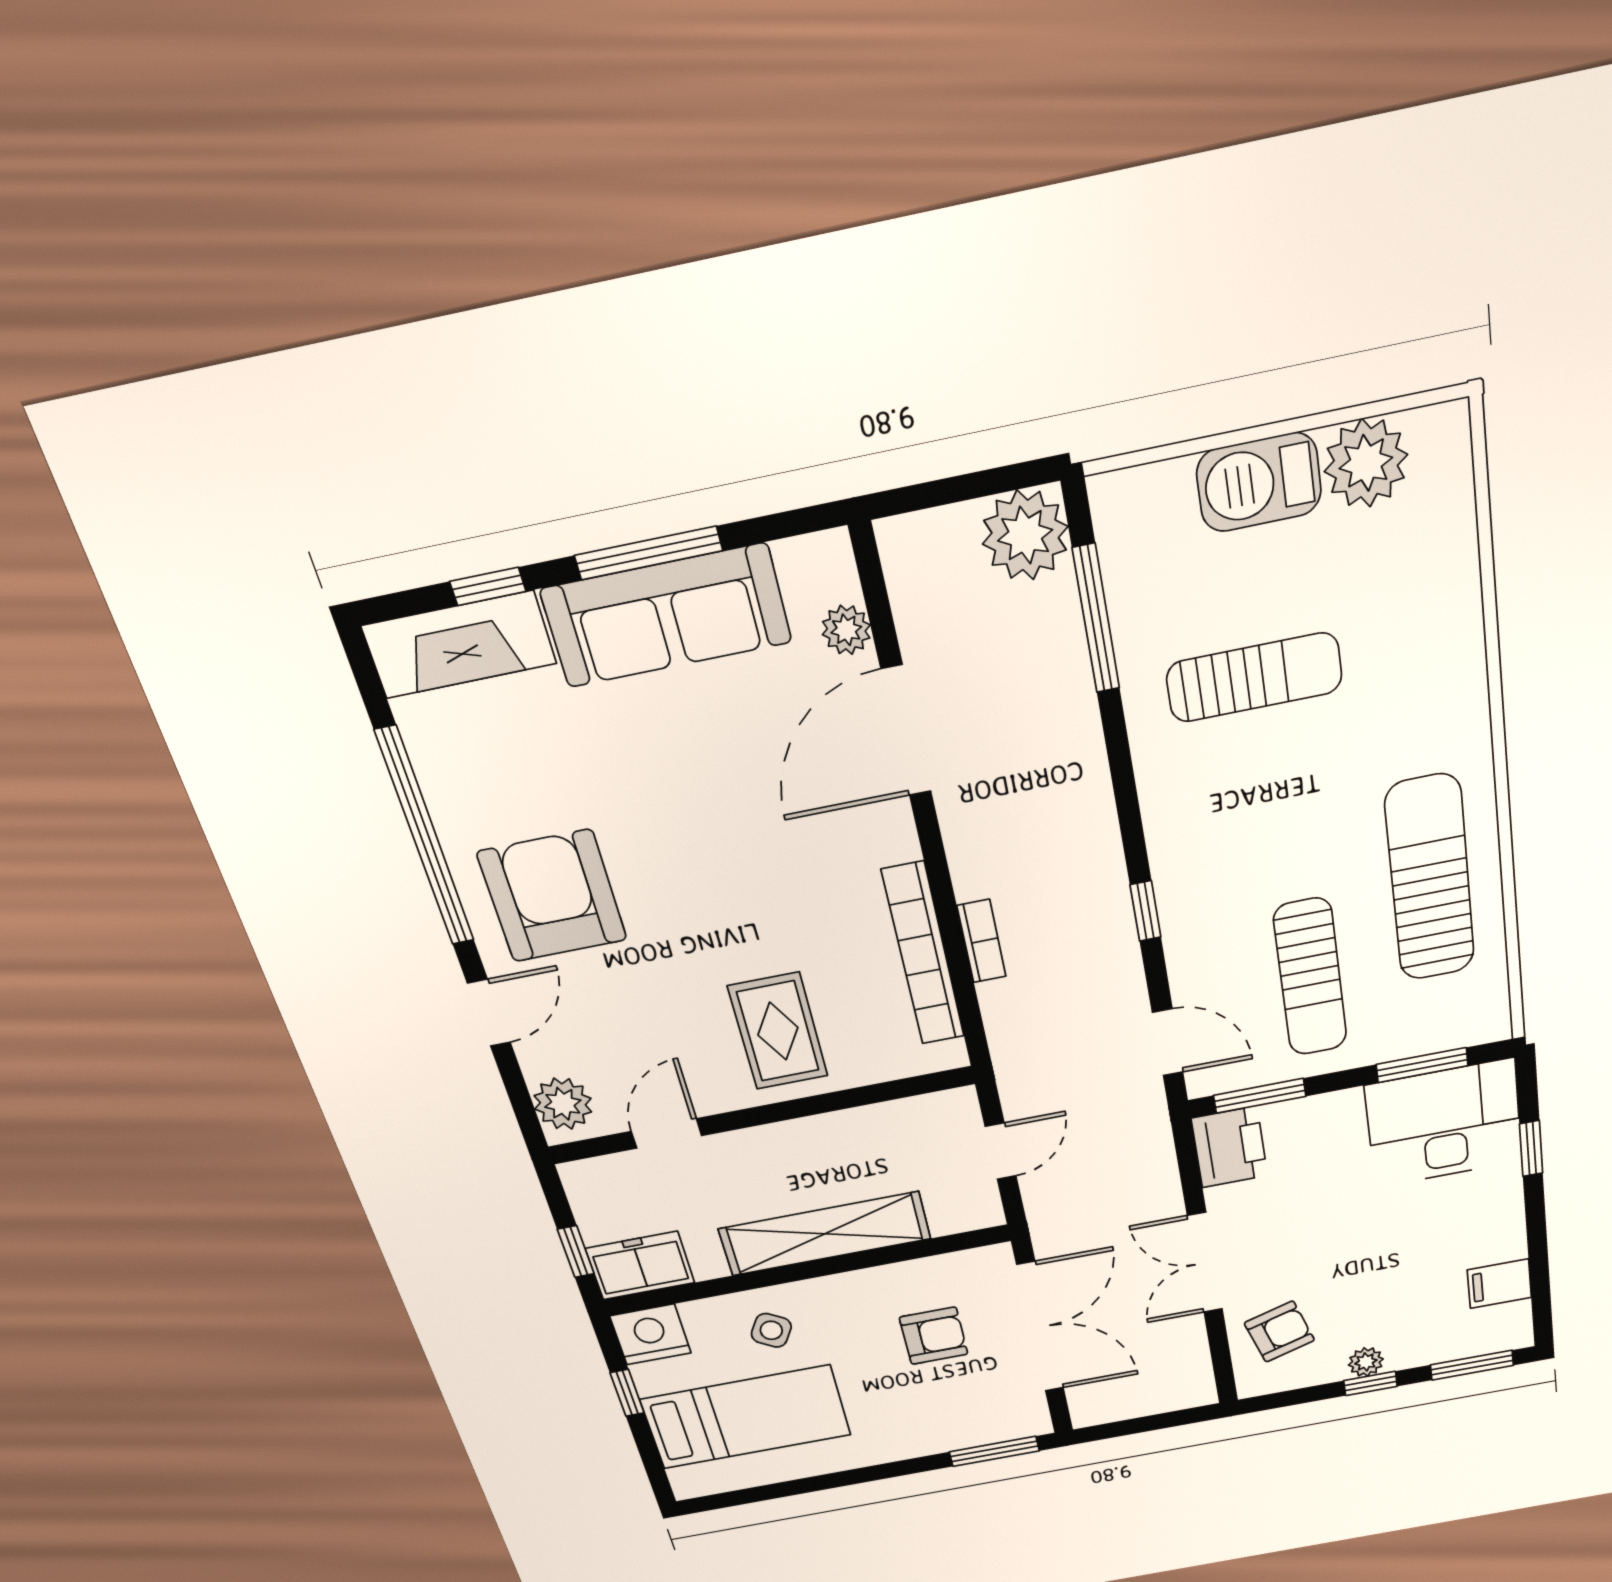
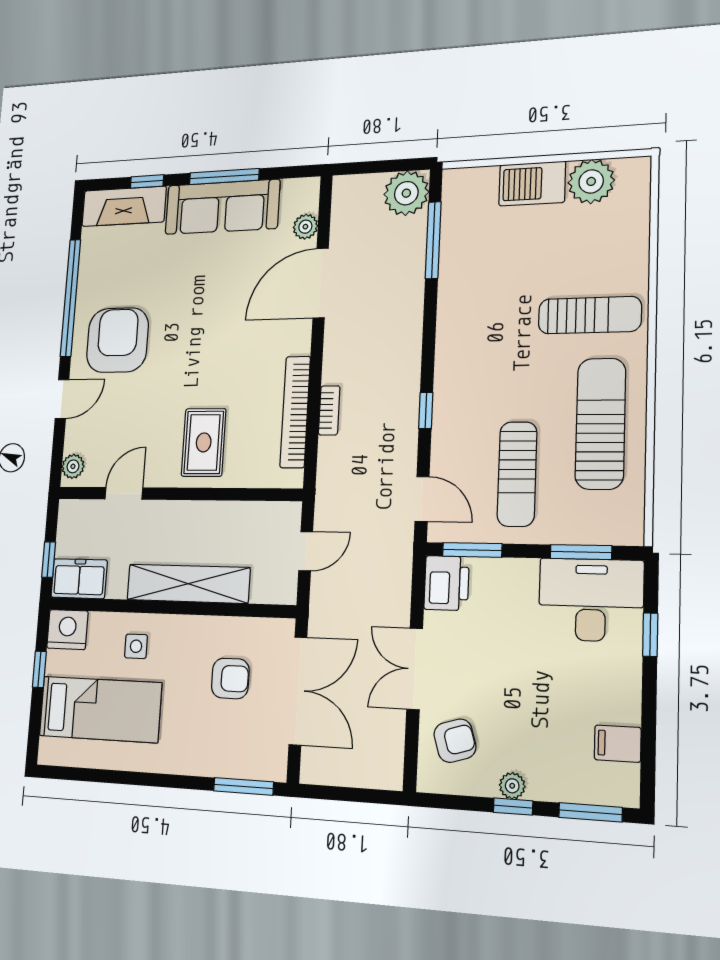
sun lounger: (1254, 677) -> (590, 315), moved
plant: (563, 1104) -> (73, 466), width x0.73, depth x0.73
side table: (771, 1330) -> (136, 646), turned -31

